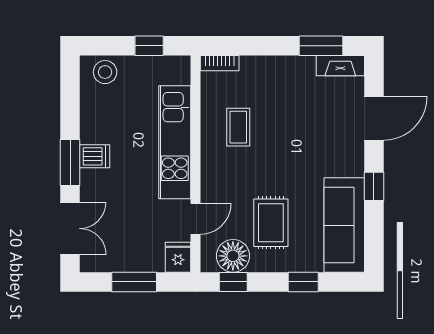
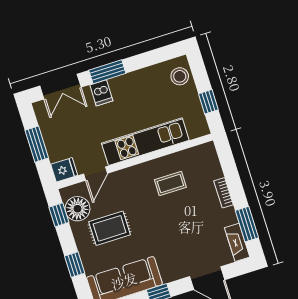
bookcase: (220, 63) -> (223, 193), moved
dishwasher: (95, 156) -> (101, 93), moved
door: (195, 219) -> (96, 174), hinge flipped

